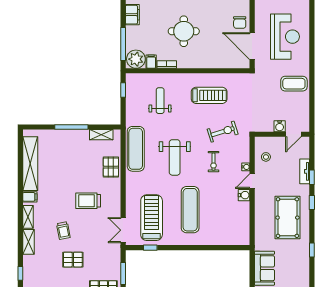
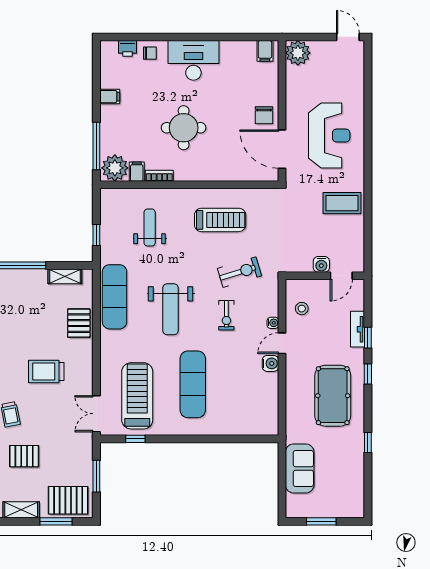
filing cabinet: (132, 15) -> (110, 97), width x0.50
window: (123, 90) -> (96, 235), moved

